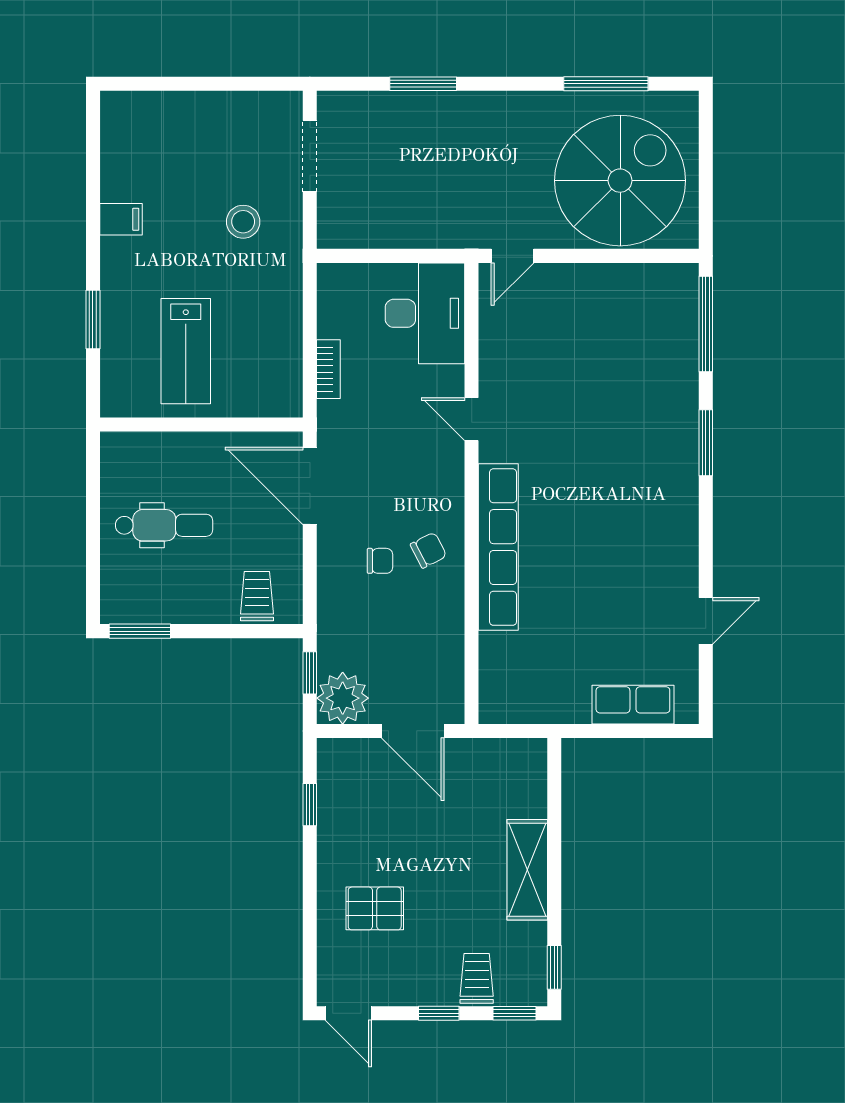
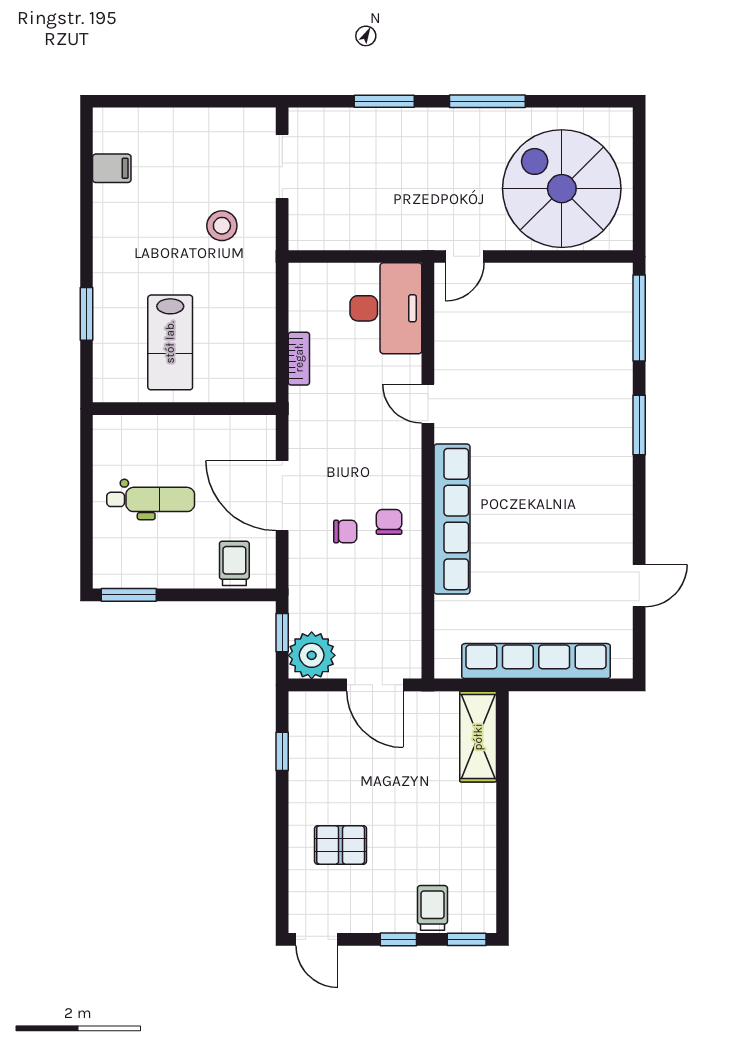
window: (606, 84) -> (487, 101), moved
spiral stairs: (620, 181) -> (562, 189), turned -90
filing cabinet: (121, 219) -> (112, 168), moved
door: (310, 486) -> (282, 496), moved
chair: (428, 550) -> (389, 522), turned -63
row of seats: (633, 705) -> (536, 661), width x2.02
shelving: (527, 870) -> (478, 737), moved
window: (554, 967) -> (502, 898), removed

